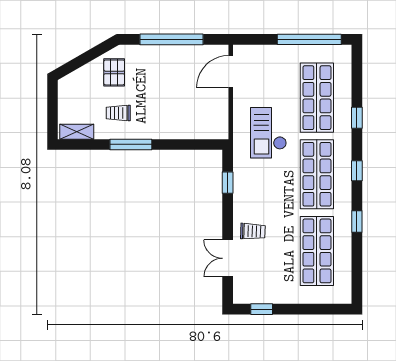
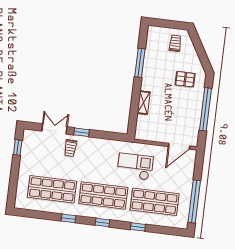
pallet: (114, 72) -> (185, 79), moved
door: (231, 72) -> (179, 146), swing flipped
trolley: (118, 113) -> (175, 43), moved
shelving: (77, 132) -> (144, 103), moved
window: (131, 144) -> (140, 63), moved
window: (228, 183) -> (82, 132), moved

